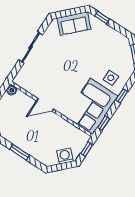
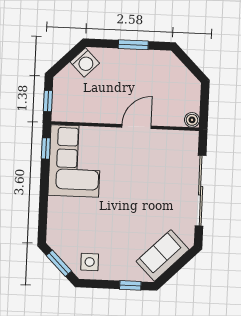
sliding door: (31, 47) -> (201, 191), width x1.36
side table: (111, 78) -> (90, 262), moved
window: (122, 96) -> (44, 198), removed
washing machine: (65, 156) -> (85, 63), moved

